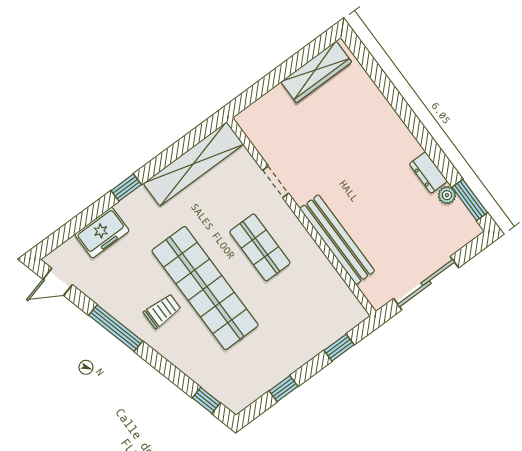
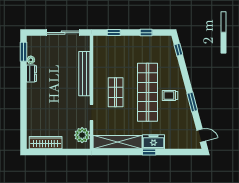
plant: (263, 131) -> (82, 135), added
freezer: (102, 233) -> (154, 142), moved
window: (116, 328) -> (192, 102), width x0.69

